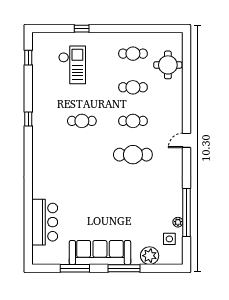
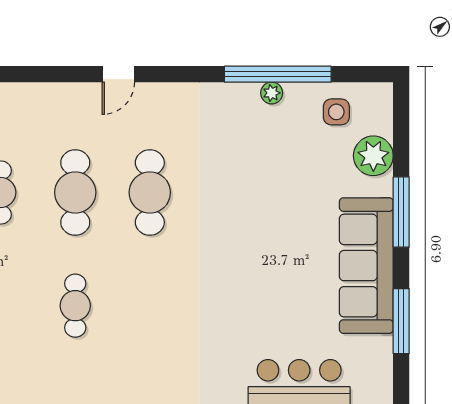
cafe table: (133, 121) -> (75, 192), width x1.37, depth x1.35
door: (186, 140) -> (118, 74), hinge flipped
plant: (178, 222) -> (272, 93), moved

